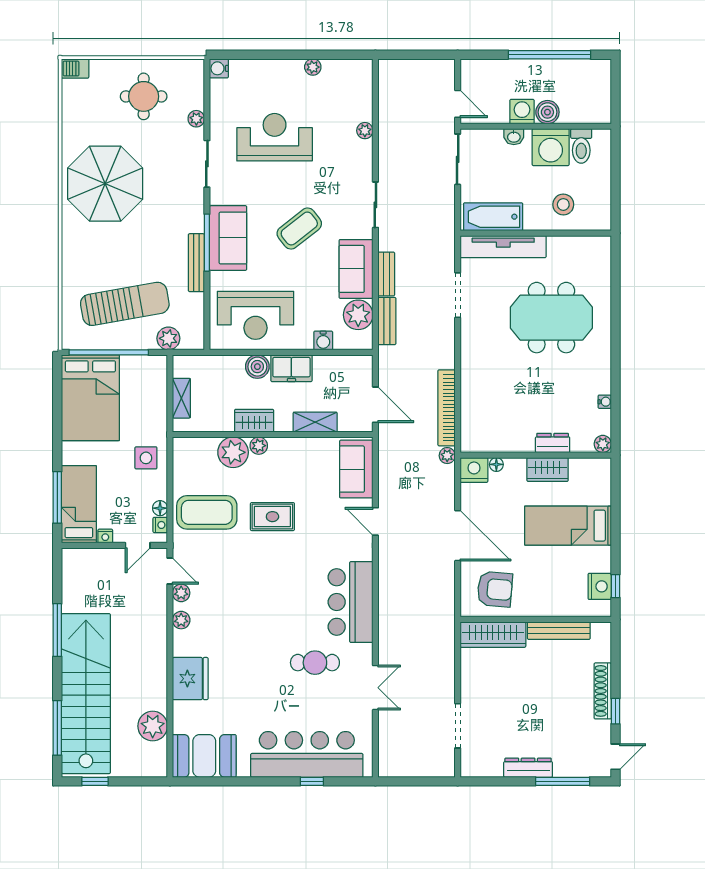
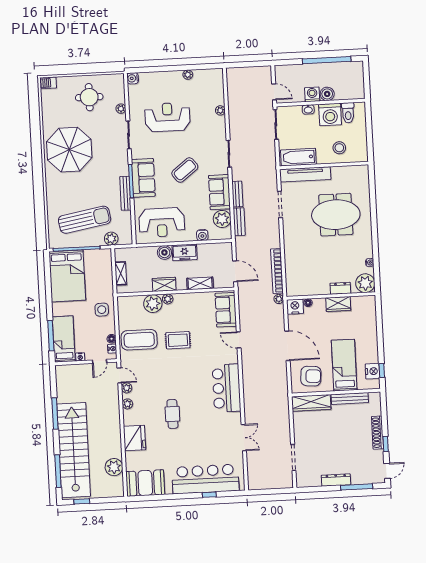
plant: (603, 444) -> (365, 283), width x1.88, depth x1.88
bed: (568, 526) -> (344, 365), moved, turned 90
cafe table: (315, 663) -> (172, 414), moved, turned 90

